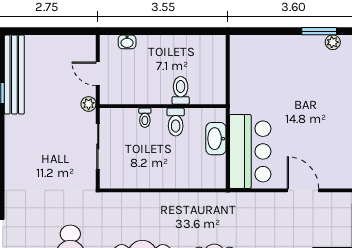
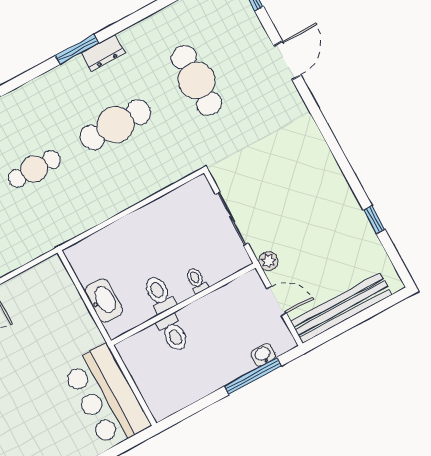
window: (142, 31) -> (253, 376), added
bench: (14, 74) -> (341, 308), moved, turned 90
bar counter: (250, 151) -> (106, 397), moved

